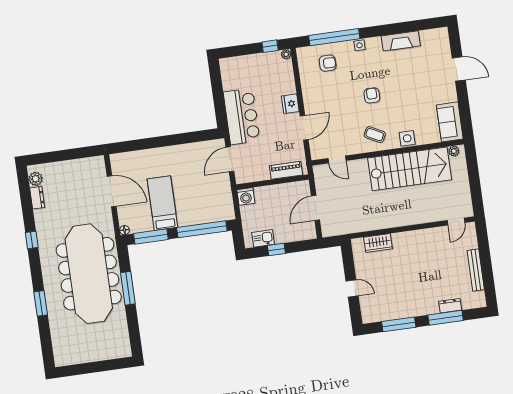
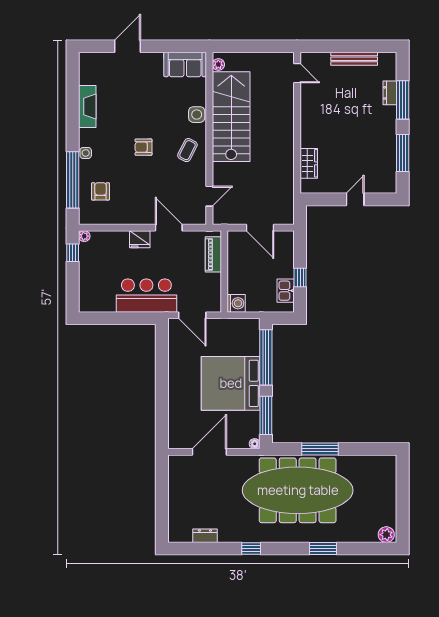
plant: (36, 179) -> (386, 535), moved
bed: (162, 203) -> (231, 383), width x2.04

